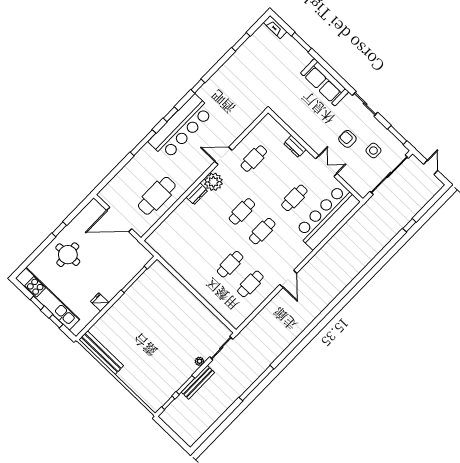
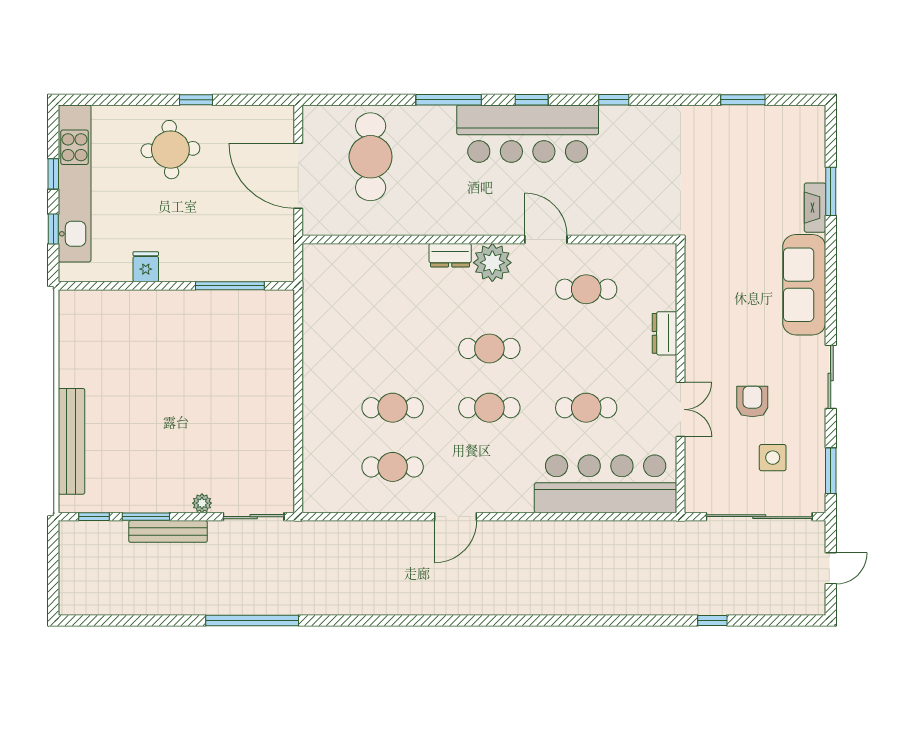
fireplace: (275, 27) -> (815, 208), moved
cafe table: (157, 196) -> (371, 157), moved, turned 90
bench: (101, 353) -> (71, 441), moved

